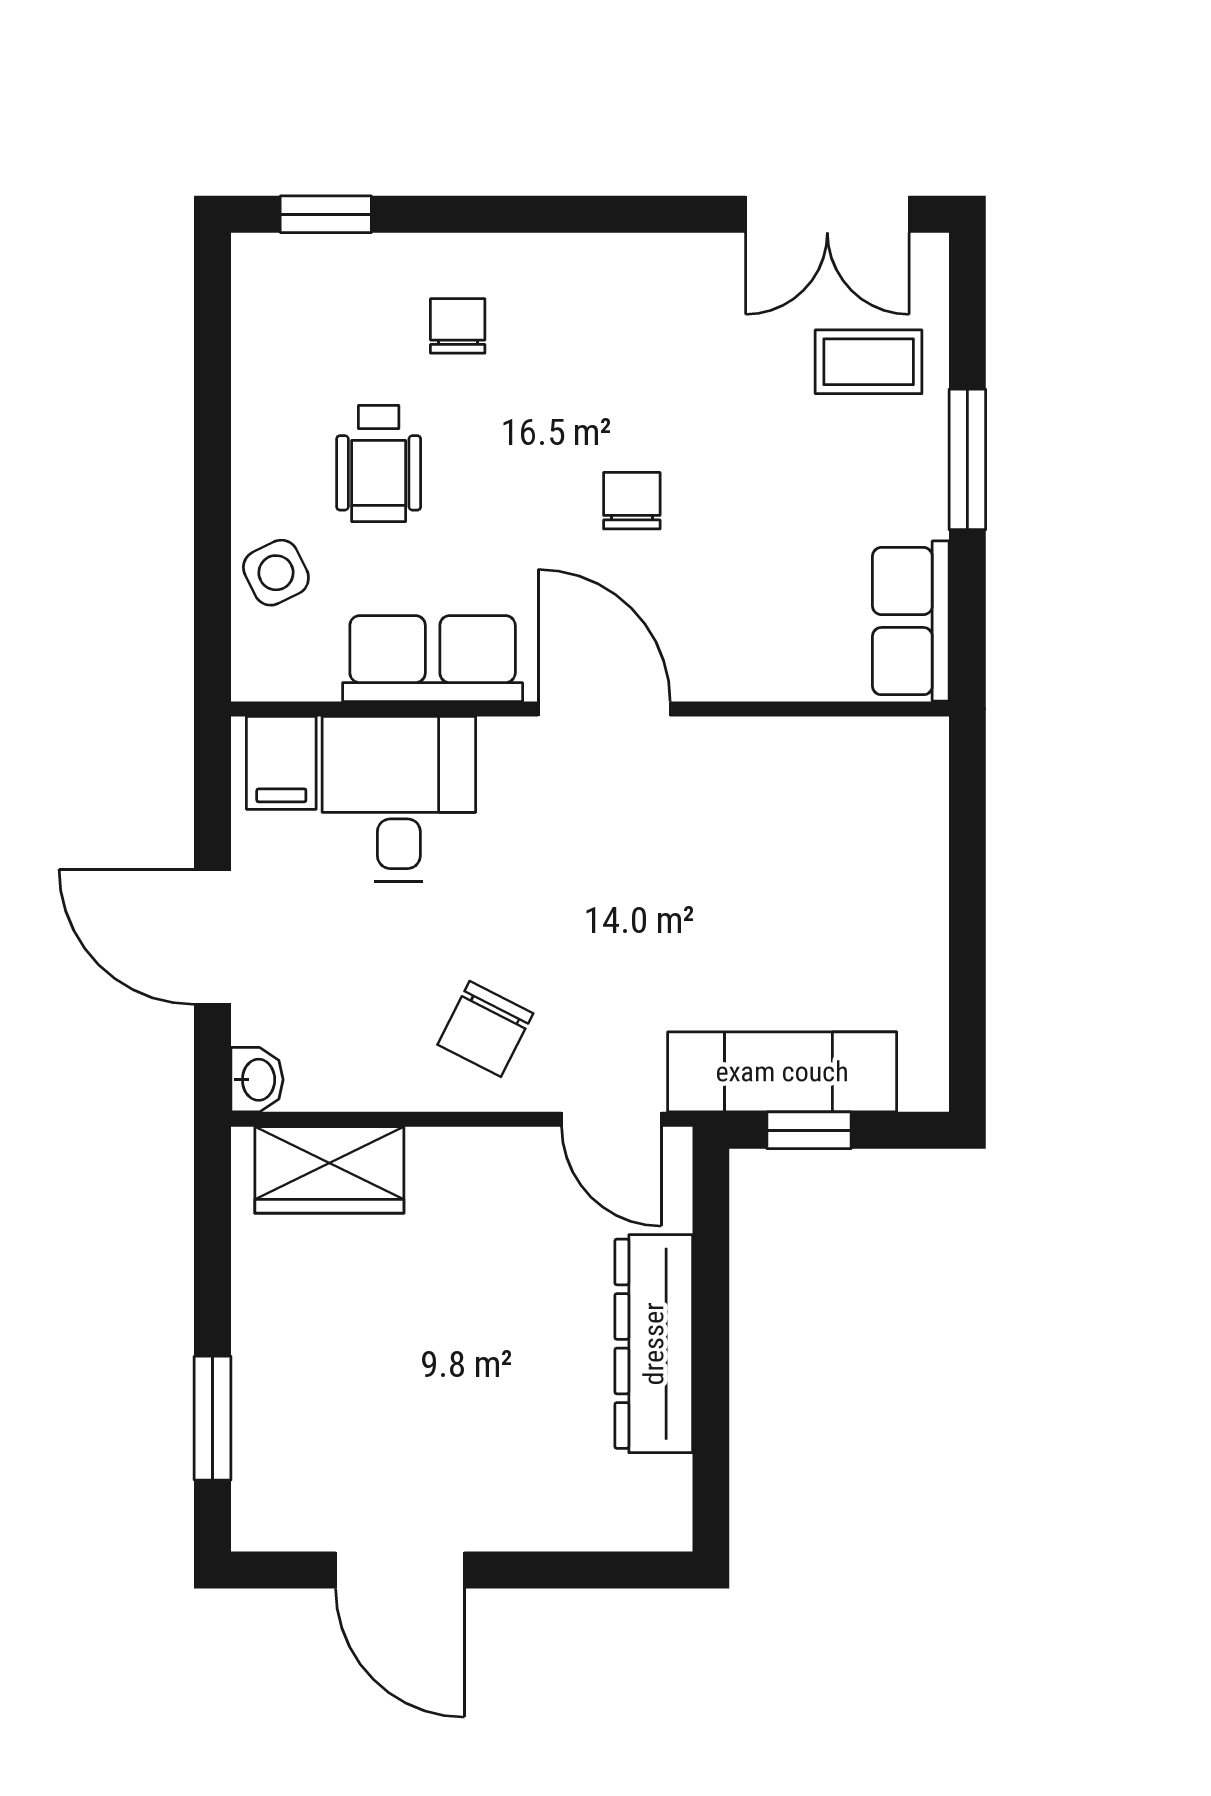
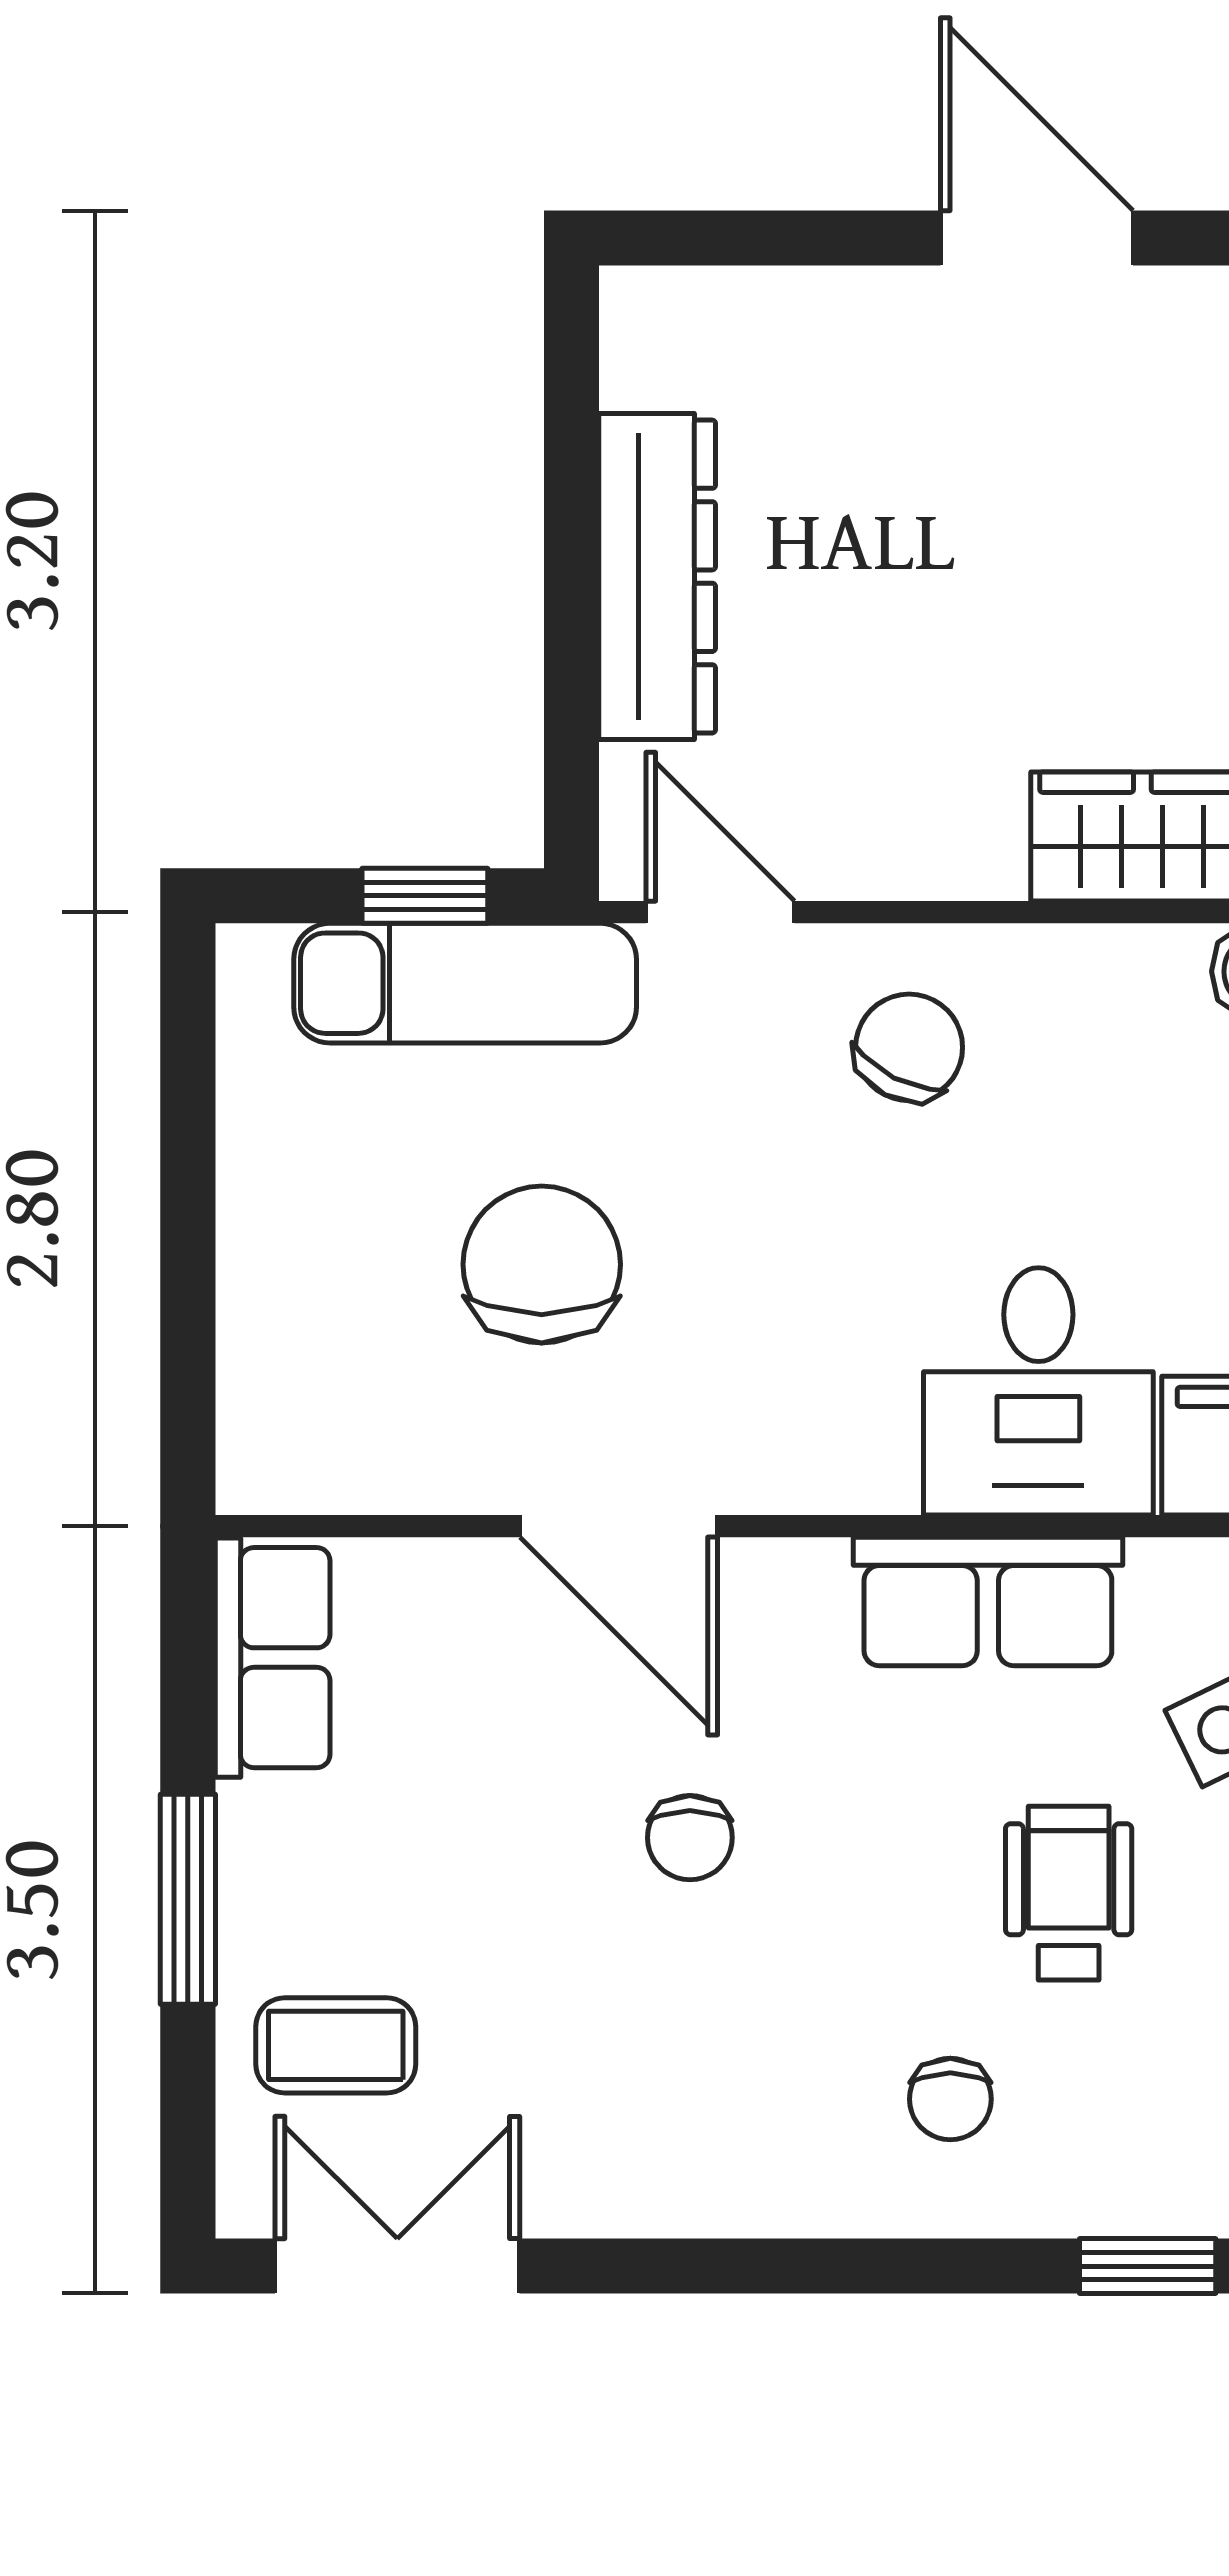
door: (604, 709) -> (619, 1526), moved
chair: (731, 884) -> (542, 1264), added

